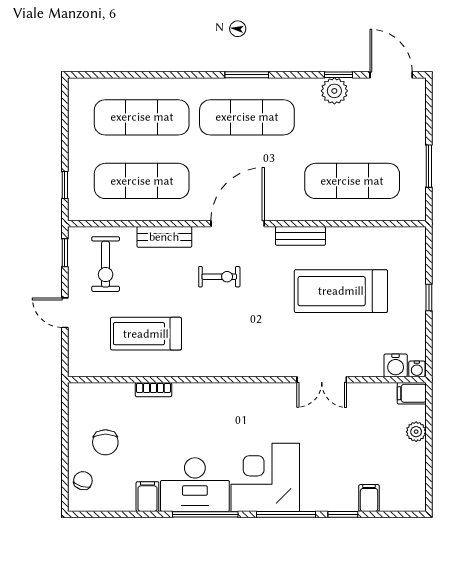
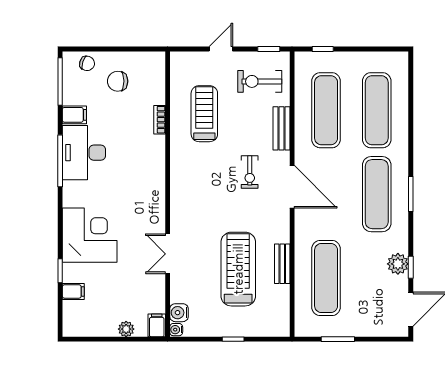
bench: (300, 236) -> (282, 264), moved
corner desk: (265, 477) -> (90, 235), moved
window: (286, 514) -> (60, 82), moved

